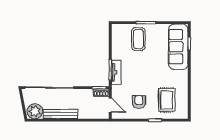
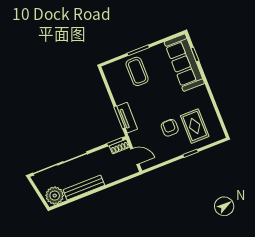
armchair: (139, 102) -> (170, 128), moved

